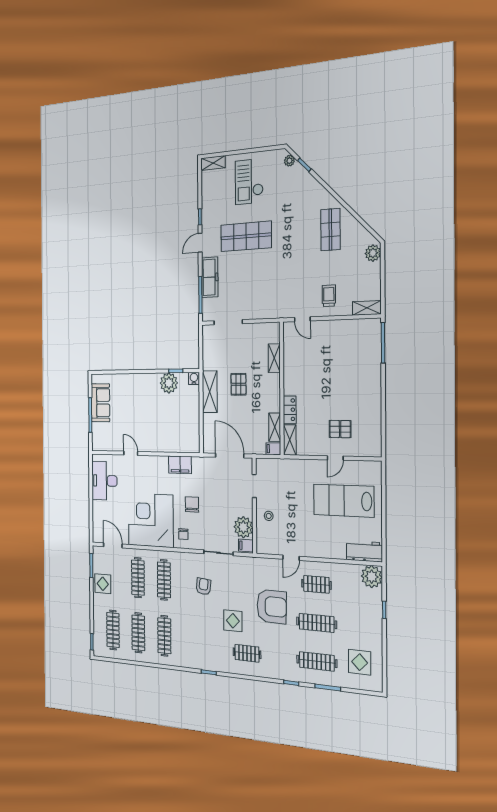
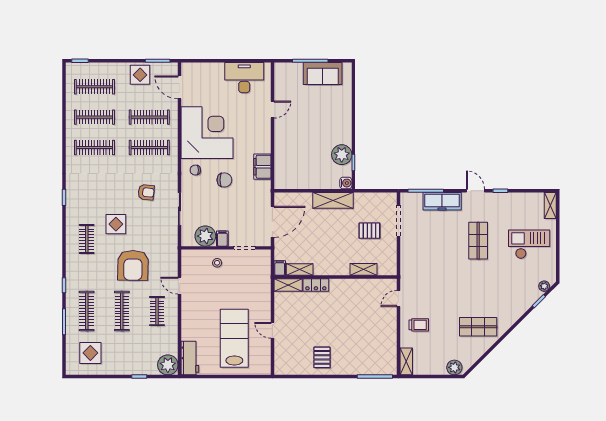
shop shelf: (246, 236) -> (478, 241), width x0.70, depth x0.74
pallet: (238, 384) -> (369, 231), moved
pallet: (340, 429) -> (322, 357), moved
door: (113, 545) -> (180, 87), swing flipped
filing cabinet: (246, 545) -> (222, 239), moved

